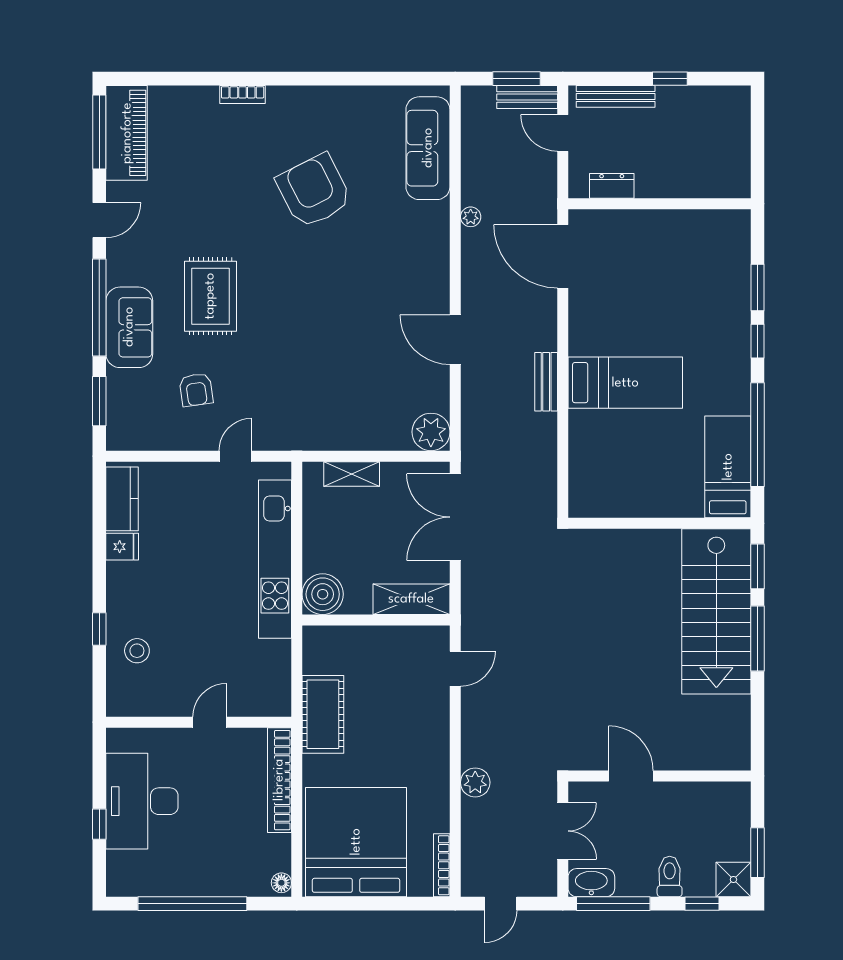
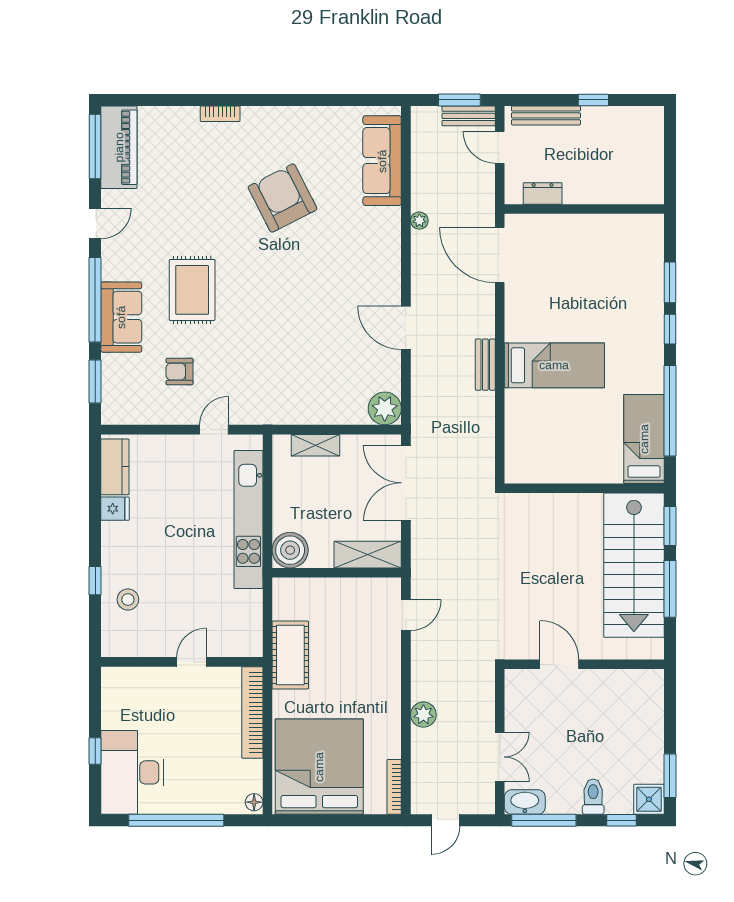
armchair: (196, 390) -> (180, 372), turned 98
door: (631, 776) -> (559, 664), moved
wall: (659, 776) -> (584, 664), moved
desk: (142, 801) -> (132, 772), moved

